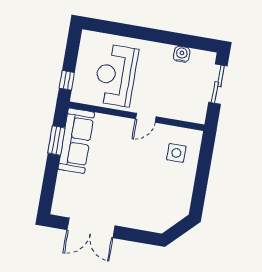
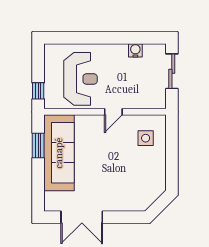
reception desk: (116, 75) -> (80, 79), turned 180
sofa: (76, 141) -> (59, 153), width x1.36, depth x1.27

